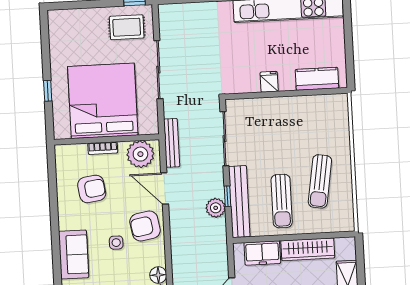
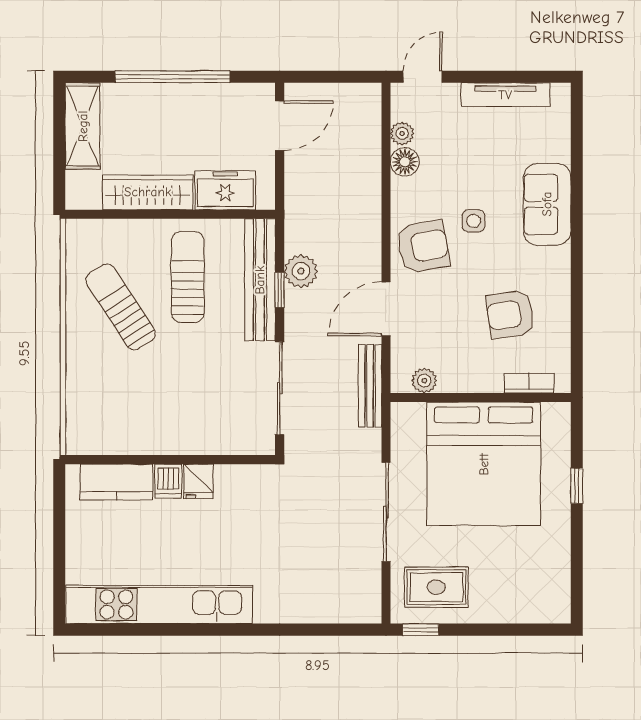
dishwasher: (287, 81) -> (168, 481), added
bookcase: (103, 148) -> (529, 383), moved
plant: (140, 154) -> (424, 381), width x0.53, depth x0.53
sun lounger: (320, 181) -> (121, 307), turned -42
door: (165, 188) -> (386, 309), swing flipped

